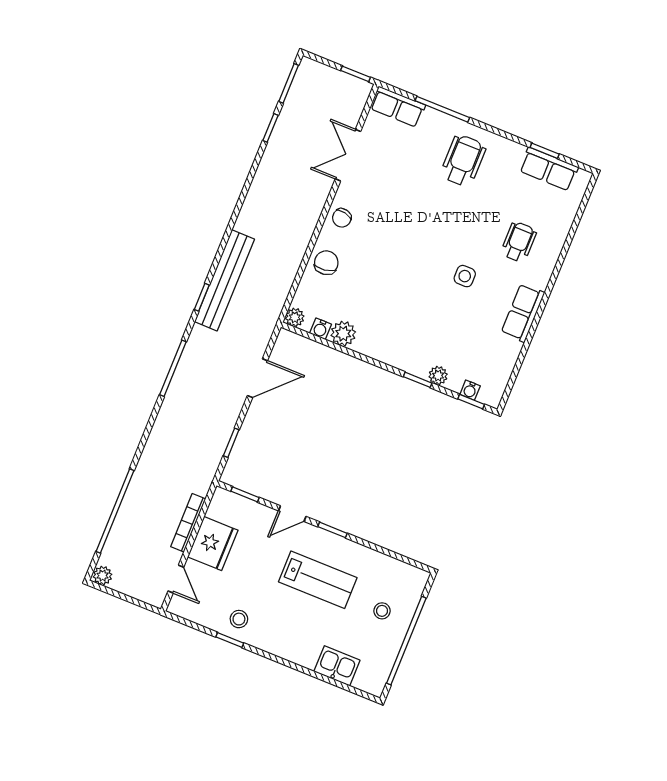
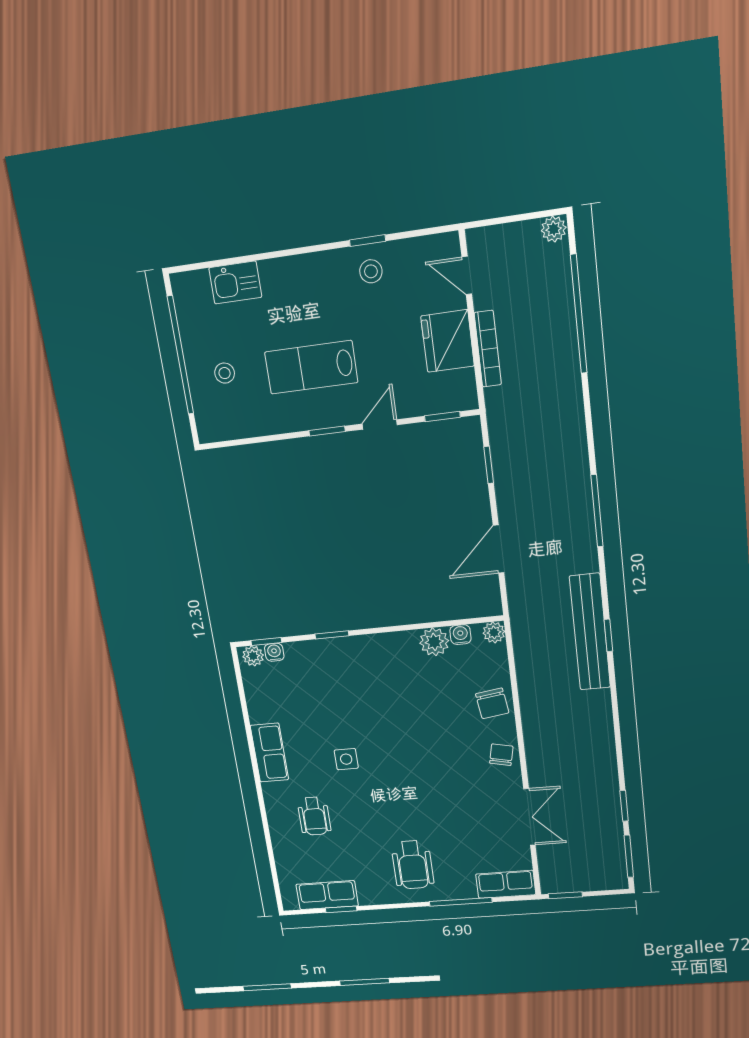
window: (202, 297) -> (608, 635), moved
plant: (438, 376) -> (253, 656), moved

